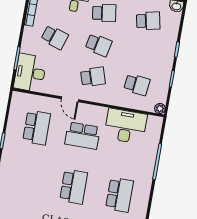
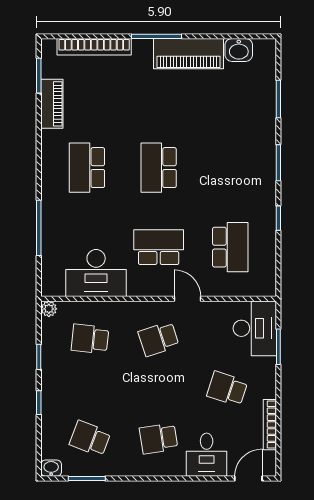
school desk: (148, 21) -> (90, 438), turned 33
school desk: (99, 45) -> (159, 389), removed
school desk: (37, 128) -> (230, 247), turned 180

